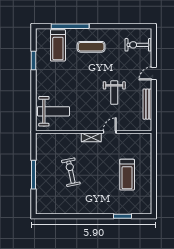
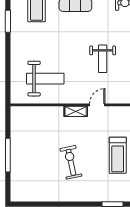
weight bench: (53, 111) -> (45, 79), moved
exercise bike: (71, 172) -> (71, 162), moved

